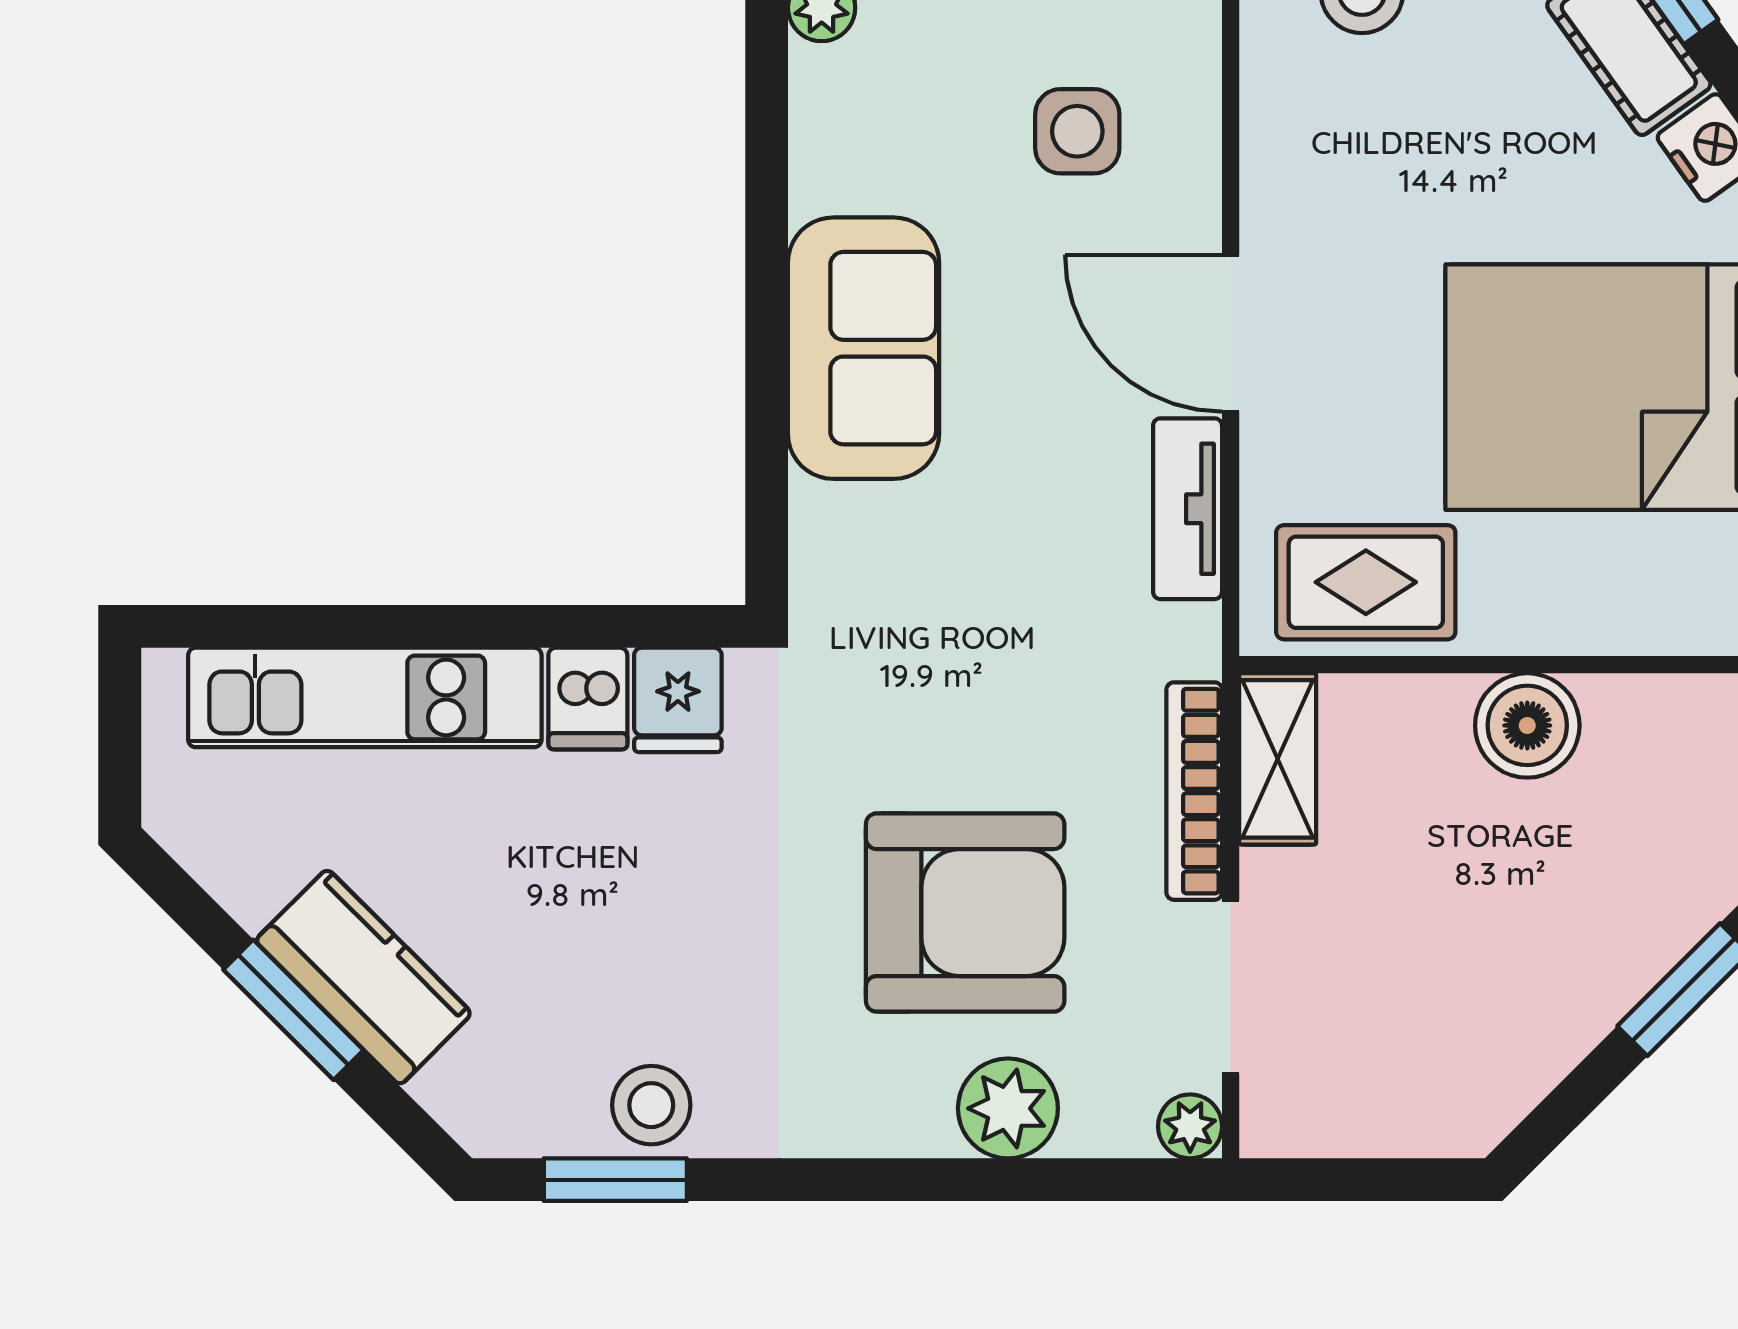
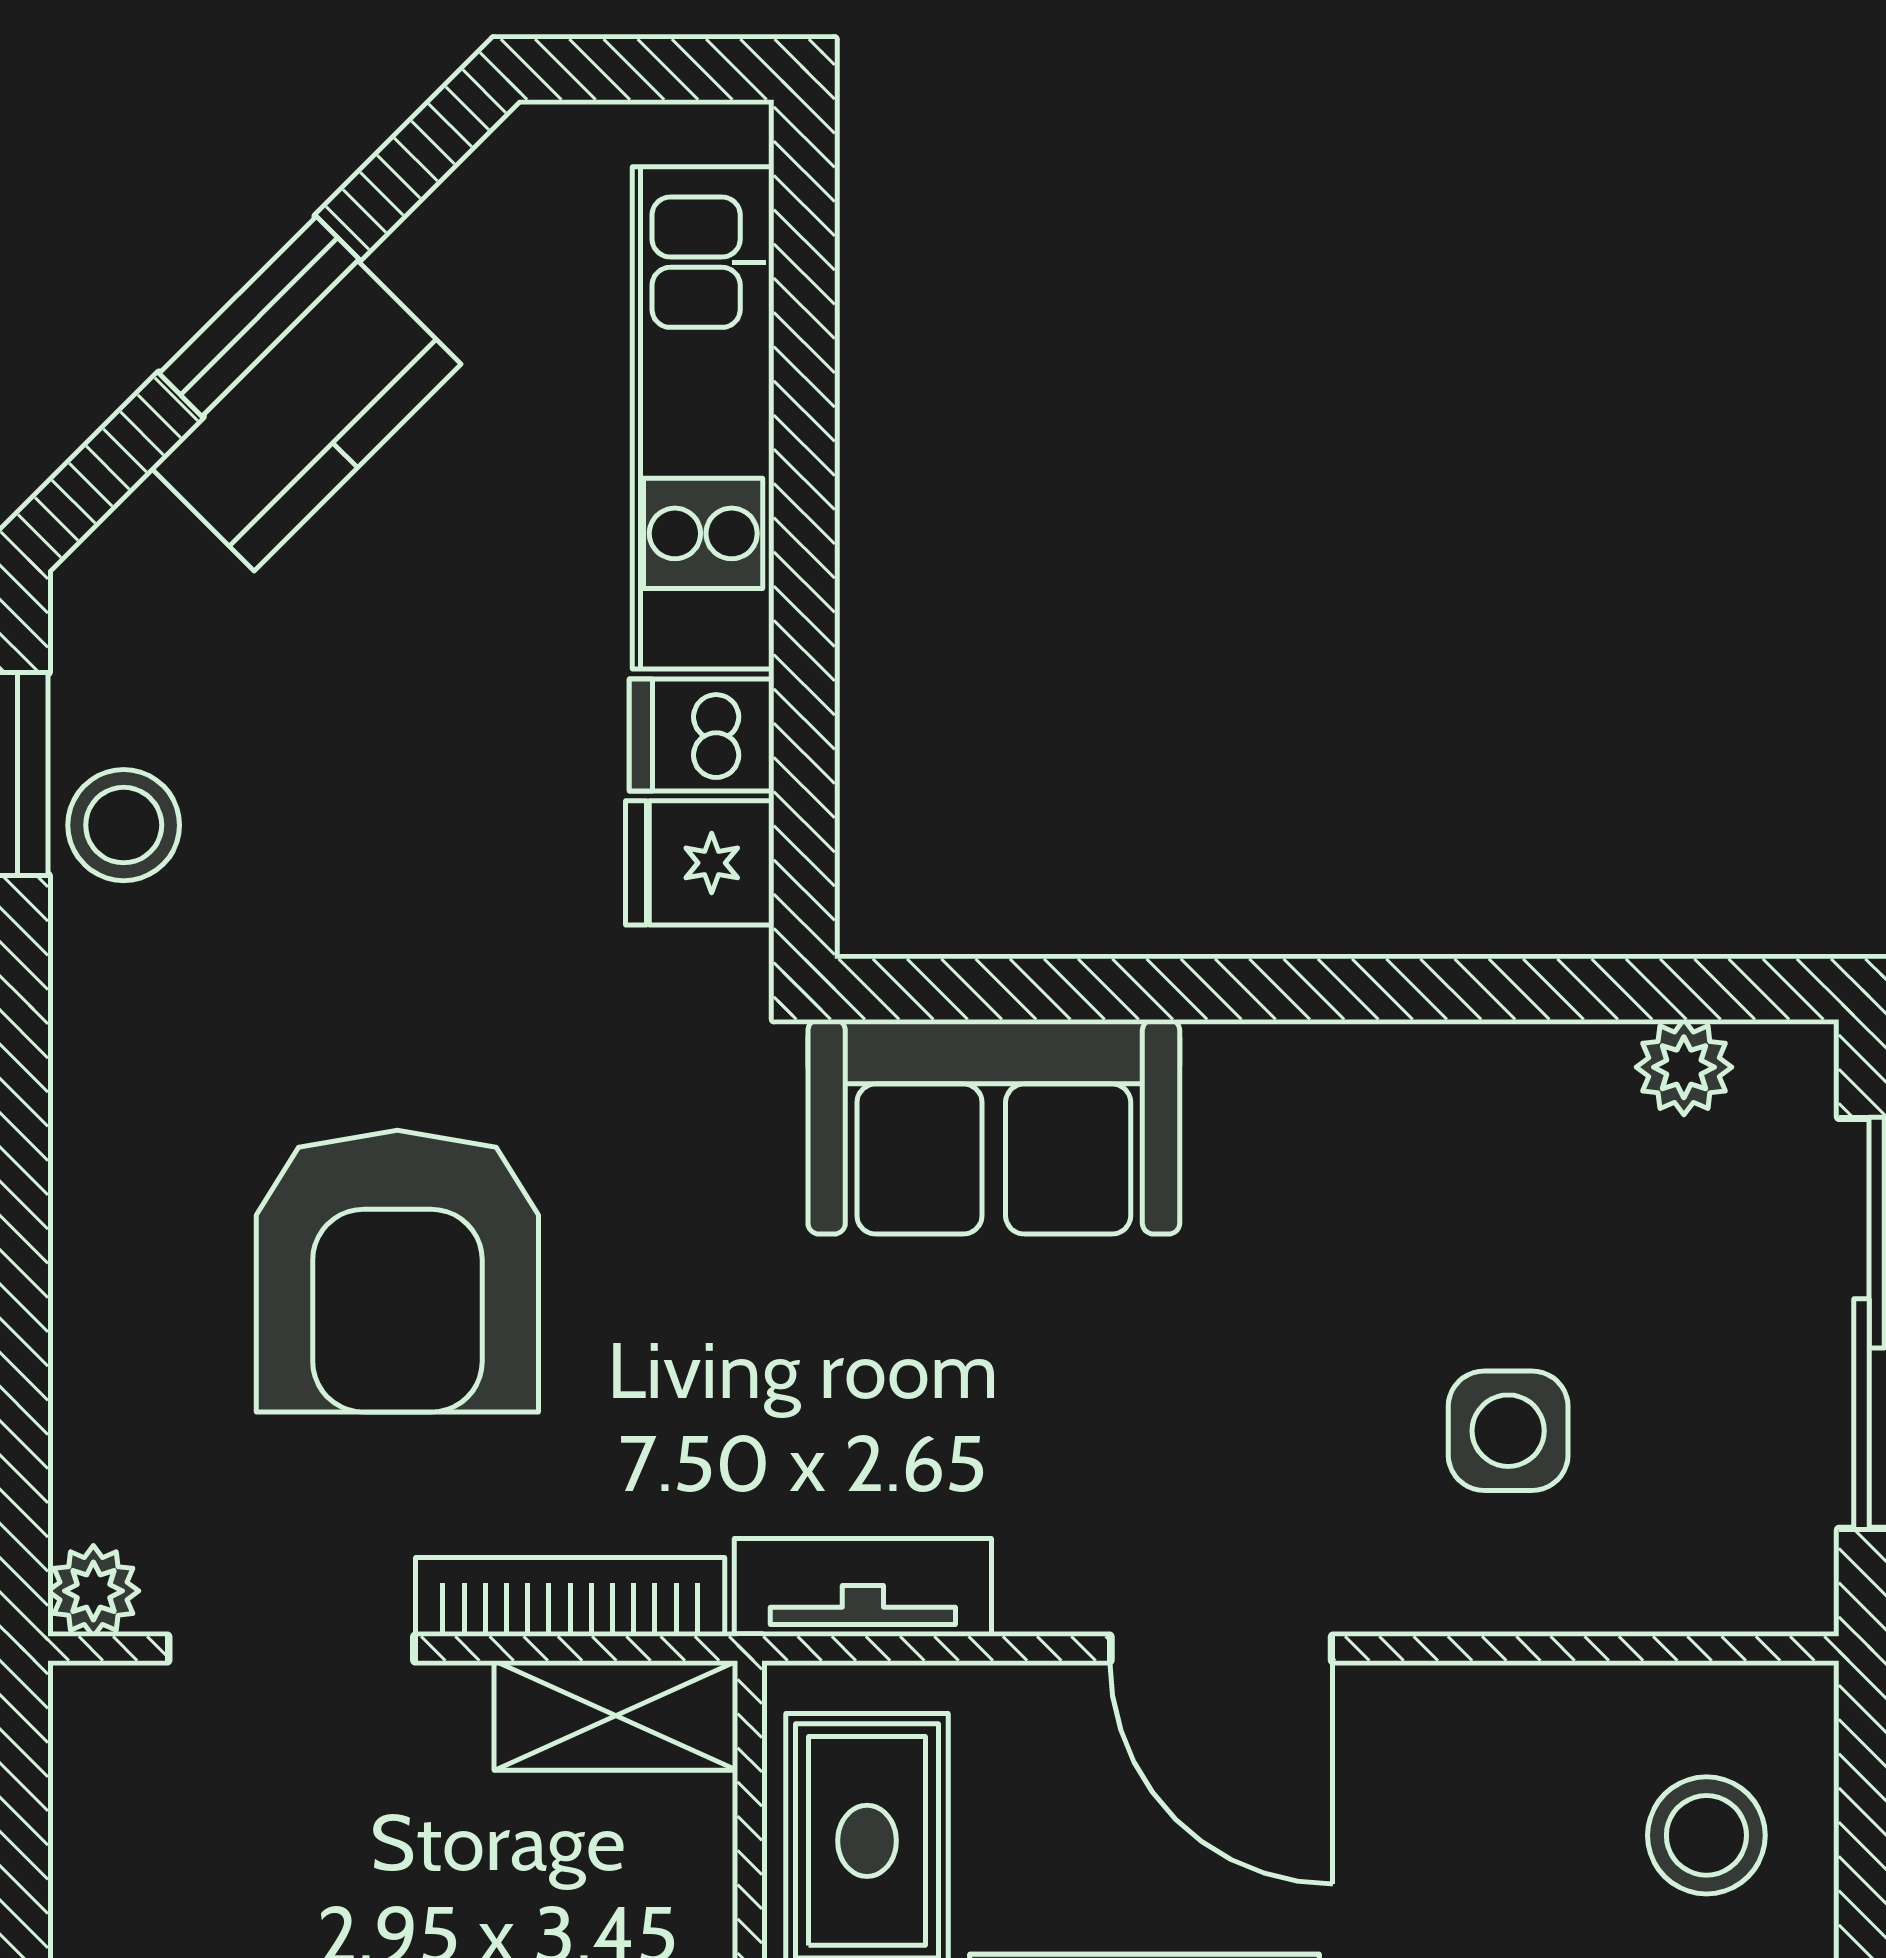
door: (1231, 333) -> (1221, 1649), swing flipped
sofa: (864, 348) -> (994, 1127), moved
tv unit: (1188, 509) -> (863, 1587), moved
plant: (1008, 1108) -> (119, 1332), removed

